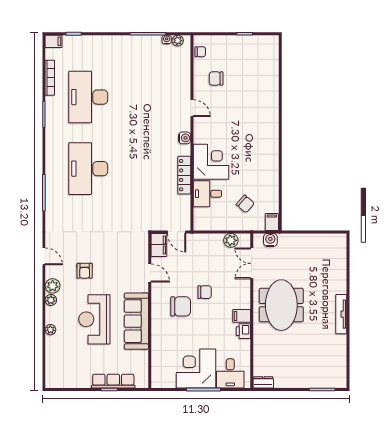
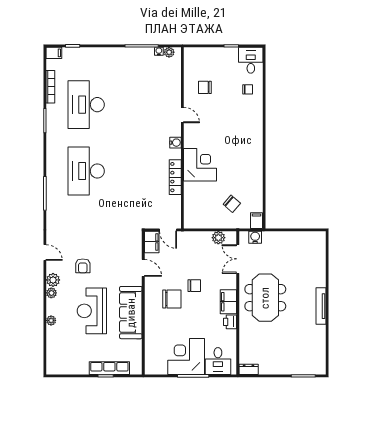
chair: (200, 52) -> (248, 89), moved
desk: (207, 194) -> (251, 60), moved, turned 90
filing cabinet: (242, 316) -> (228, 302), width x2.00

